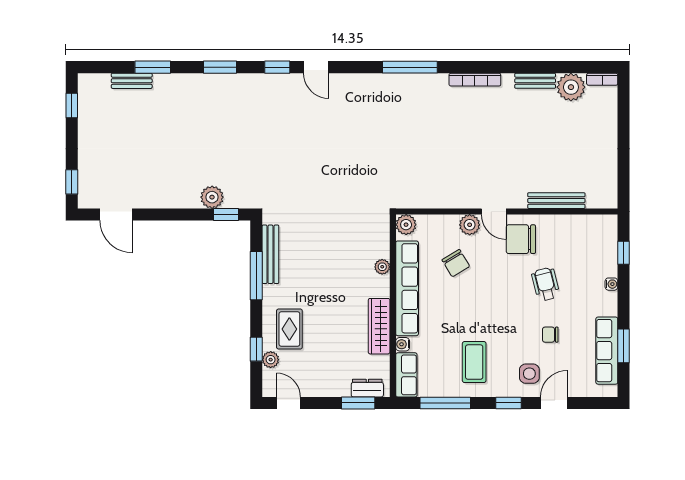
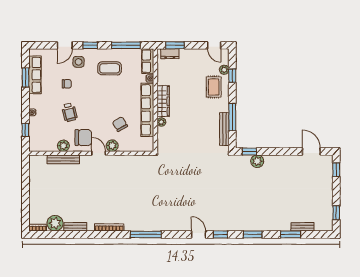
plant: (406, 225) -> (63, 146), moved
wardrobe: (379, 326) -> (163, 101), moved
coffee table: (474, 362) -> (110, 68), turned 90

